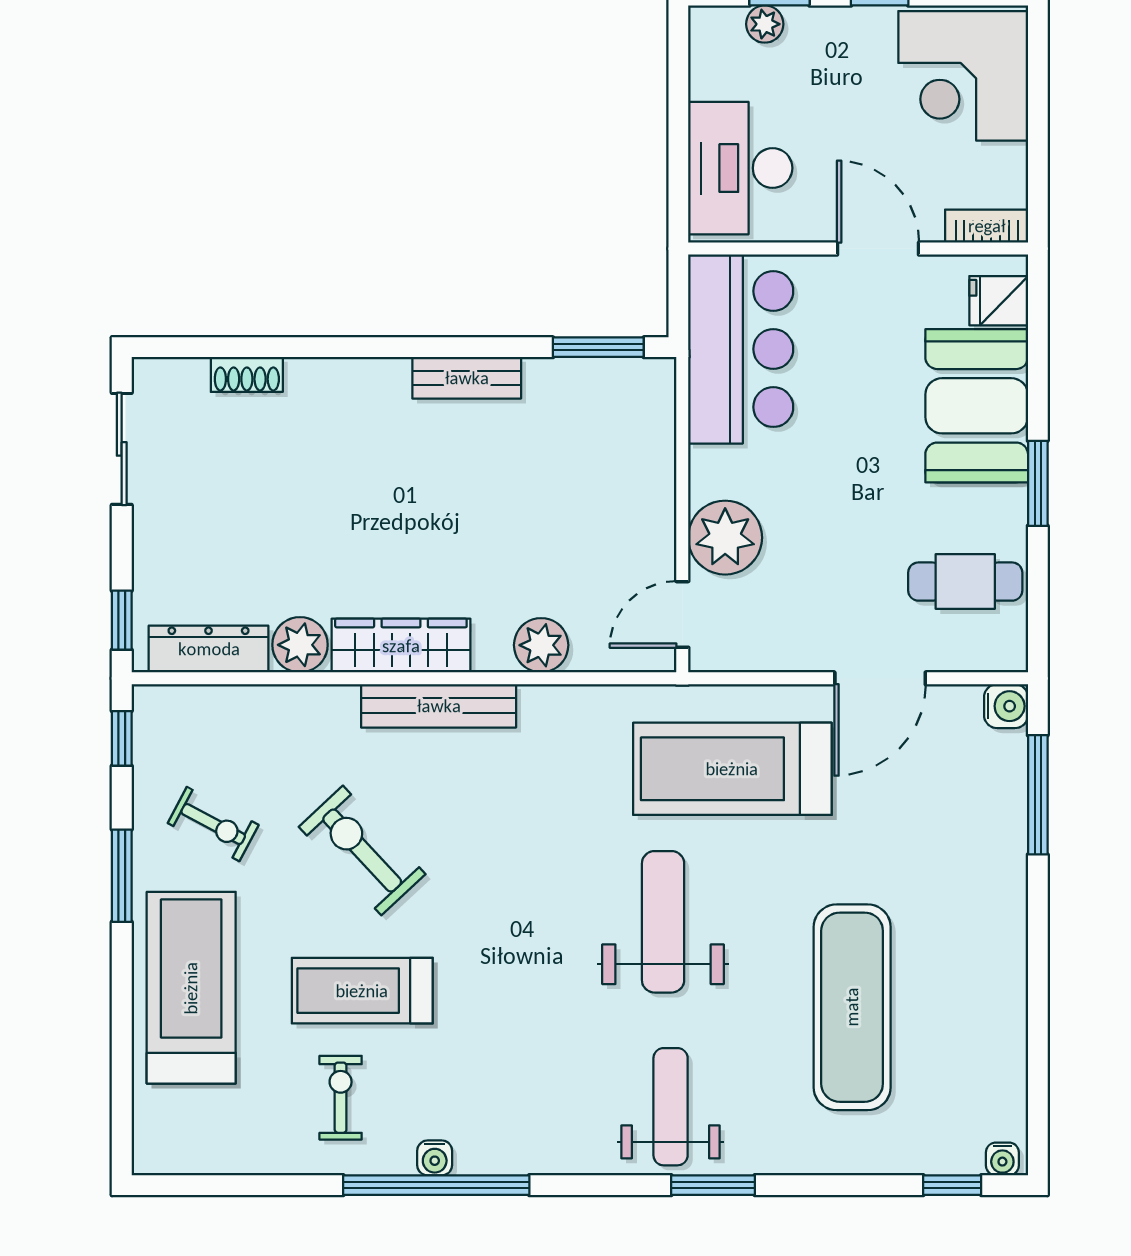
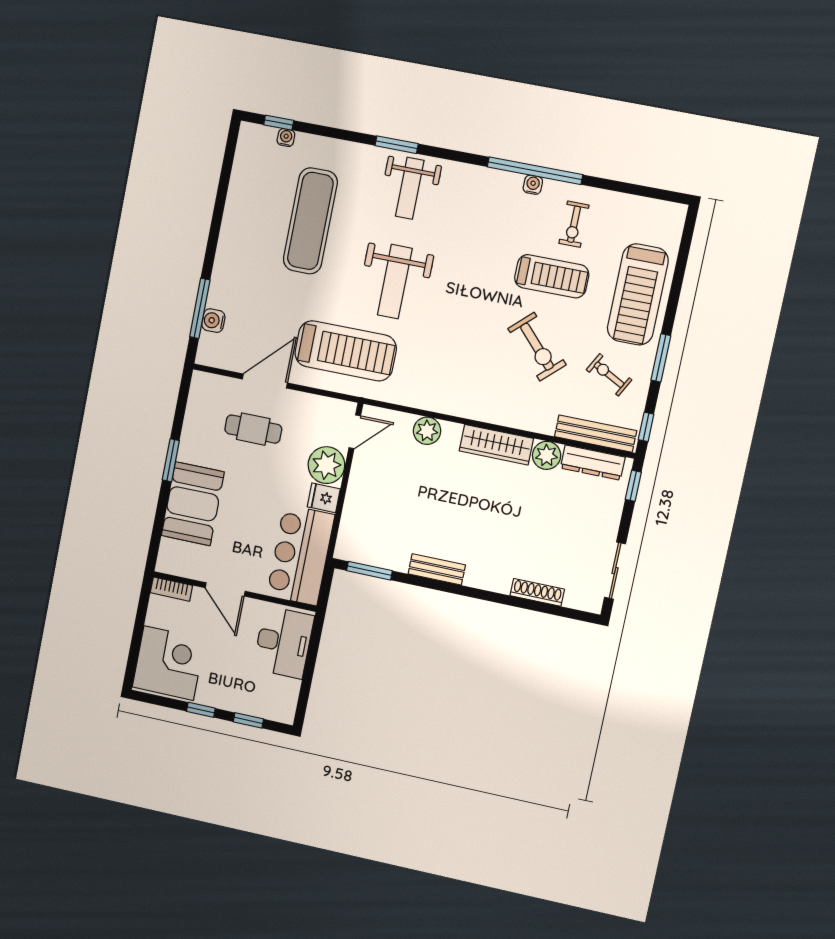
plant: (765, 24) -> (258, 708), removed
fridge: (999, 301) -> (324, 498), moved, turned 180
shoe rack: (247, 374) -> (537, 592), width x1.43
cafe table: (965, 582) -> (253, 429), moved
bench: (439, 706) -> (596, 434), moved
water cooler: (1006, 706) -> (213, 321), moved
water cooler: (1002, 1159) -> (286, 138), moved

